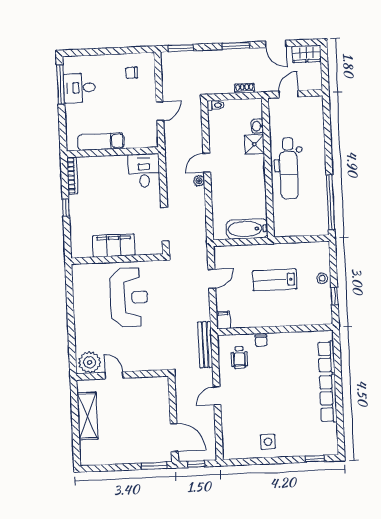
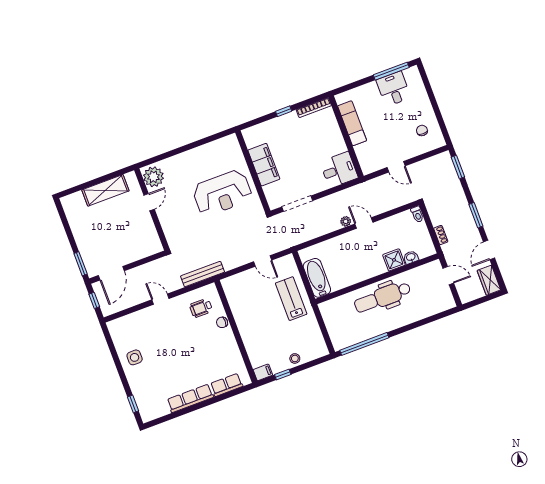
lab bench: (275, 280) -> (291, 299), moved
filing cabinet: (223, 320) -> (263, 372), moved

